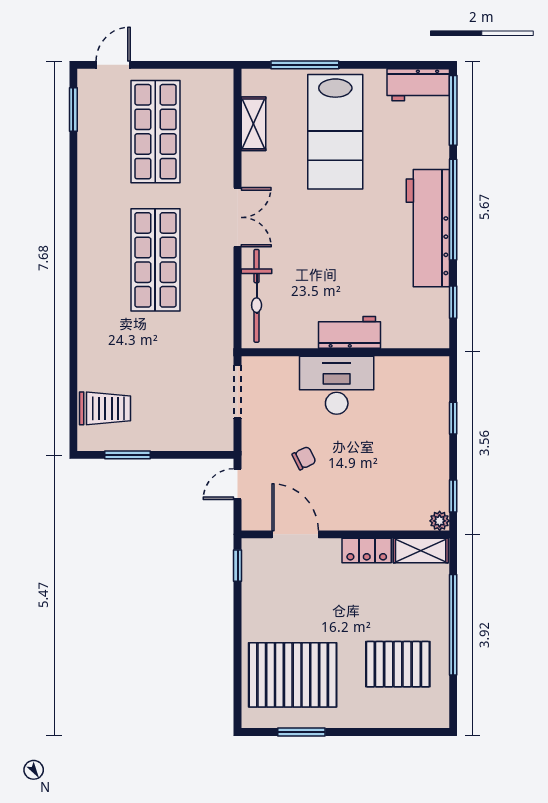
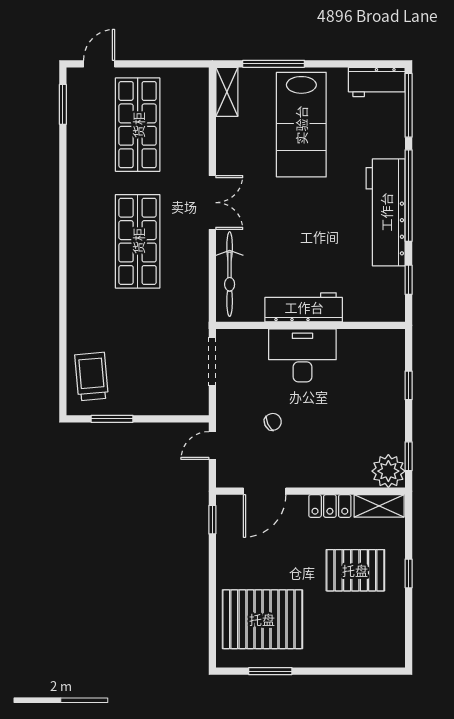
shelving: (254, 124) -> (227, 92), moved
workbench: (349, 332) -> (304, 307), width x1.38
trolley: (105, 408) -> (92, 377), turned -95
plant: (440, 521) -> (388, 471), width x1.87, depth x1.87
door: (295, 534) -> (265, 491), swing flipped
window: (453, 625) -> (409, 573), width x0.32
pallet: (398, 664) -> (355, 570), moved

